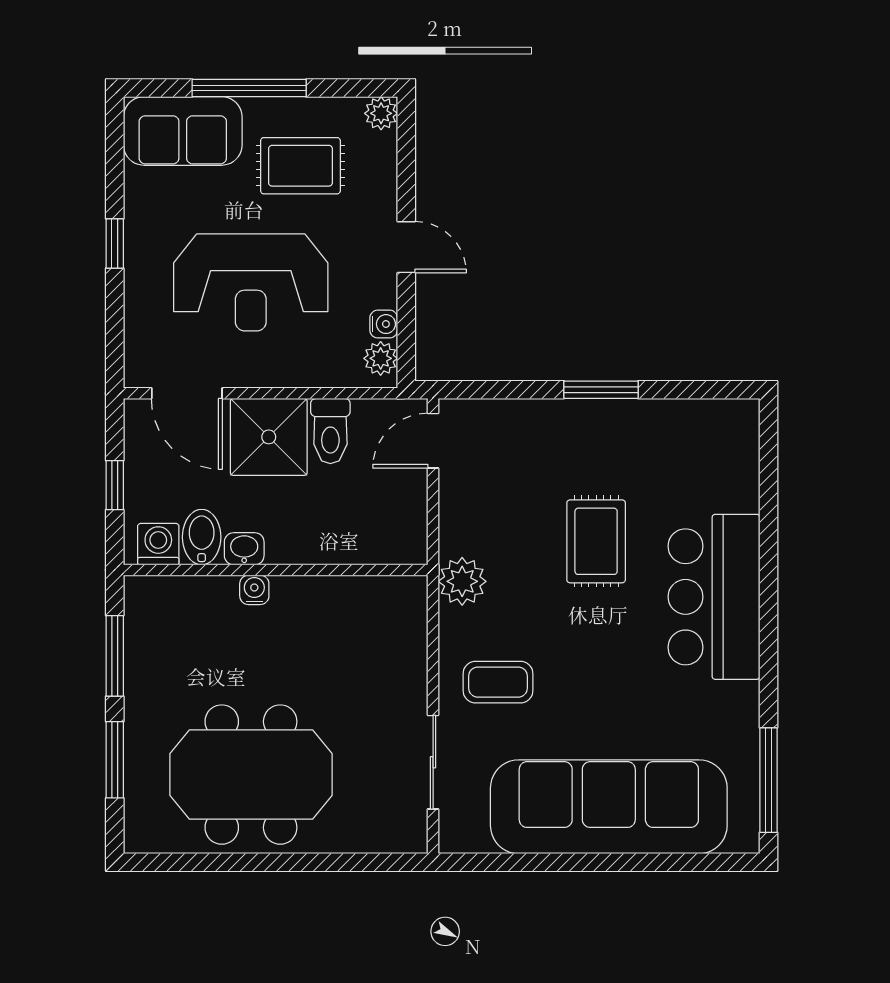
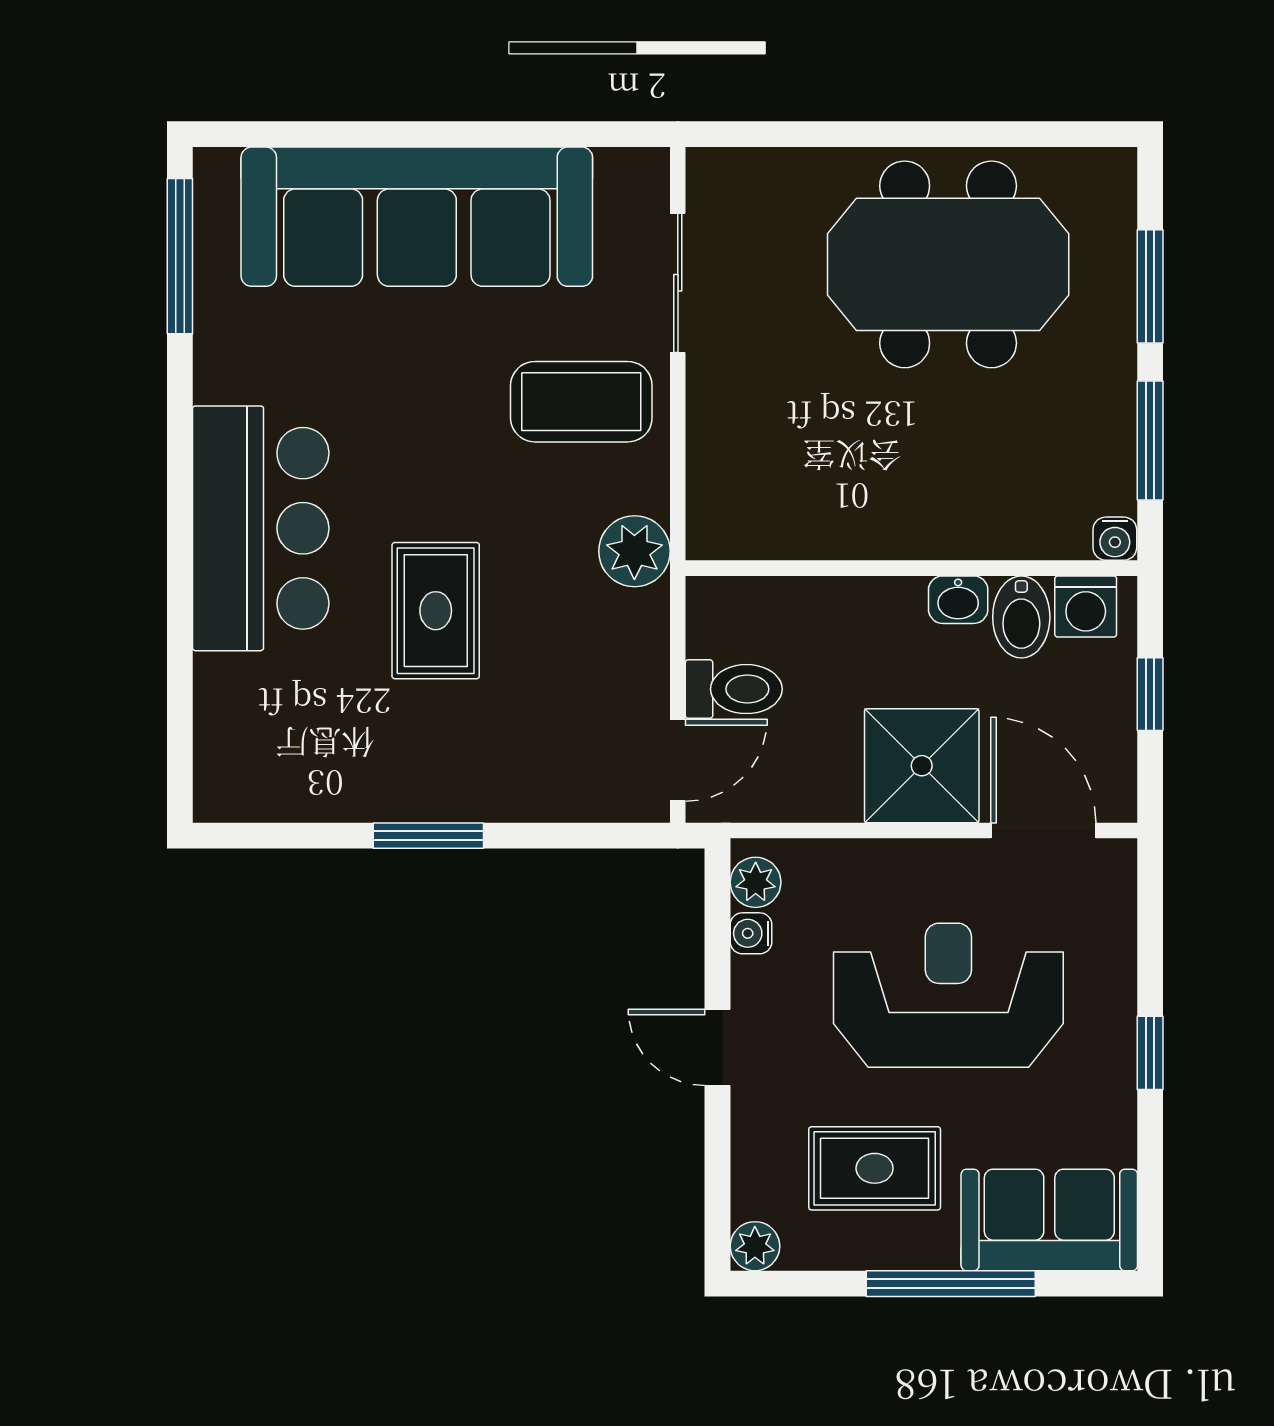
toilet: (330, 431) -> (734, 689), moved, turned 90
water cooler: (254, 590) -> (1115, 539), moved
coffee table: (498, 682) -> (581, 402), width x1.36, depth x1.30

